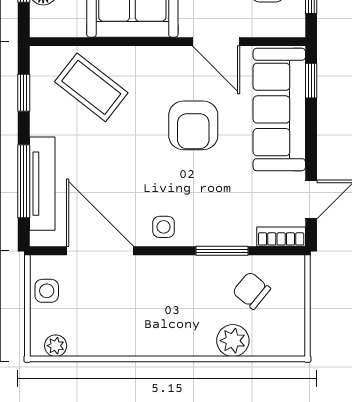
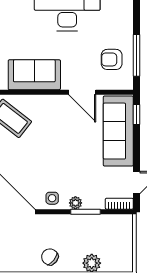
armchair: (193, 125) -> (69, 140), removed
plant: (204, 235) -> (75, 203), added
chair: (251, 290) -> (50, 257), moved

